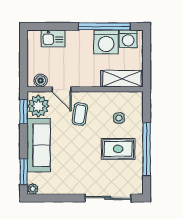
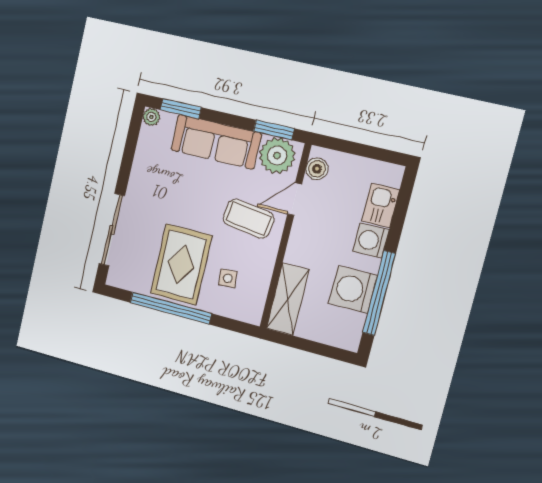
washing machine: (128, 39) -> (371, 241), moved
coffee table: (80, 114) -> (248, 219), width x1.36, depth x1.30
rug: (118, 149) -> (181, 265), width x1.36, depth x1.43

